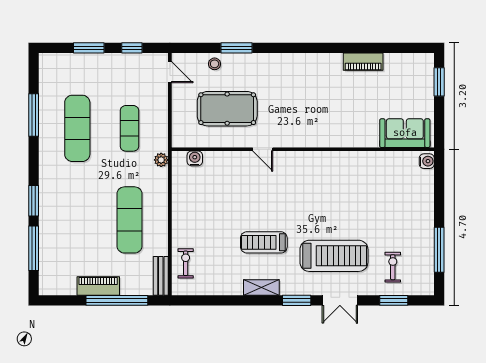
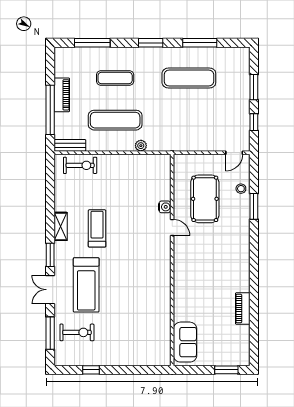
exercise mat: (130, 128) -> (115, 78), moved
door: (263, 149) -> (172, 228), swing flipped
water cooler: (195, 158) -> (165, 207), moved
plant: (161, 160) -> (141, 146), moved
water cooler: (427, 161) -> (163, 360), removed
window: (34, 201) -> (151, 43), moved
window: (439, 250) -> (91, 370), width x0.46
exercise bike: (186, 263) -> (80, 165), width x1.38, depth x1.39
exercise bike: (393, 267) -> (77, 332), width x1.38, depth x1.39
window: (394, 300) -> (50, 333), width x1.44

